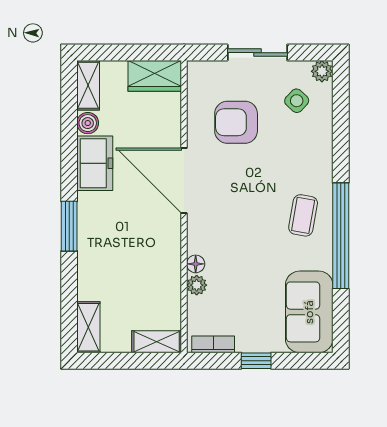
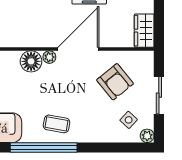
armchair: (236, 122) -> (115, 82), turned 141
floor lamp: (196, 264) -> (31, 61), width x1.89, depth x1.89
plant: (197, 285) -> (49, 57), moved

